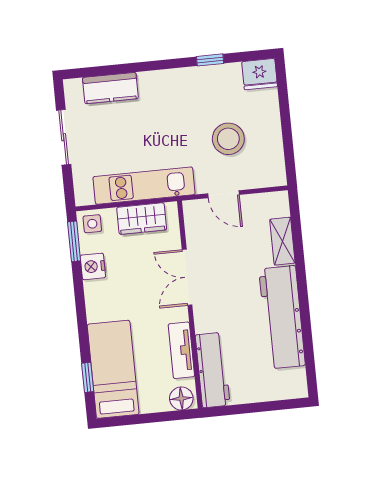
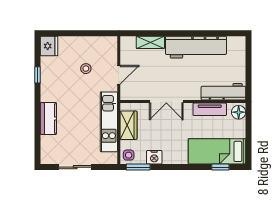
kitchen counter: (110, 88) -> (48, 119), moved
stool: (228, 139) -> (86, 69), width x0.53, depth x0.53

